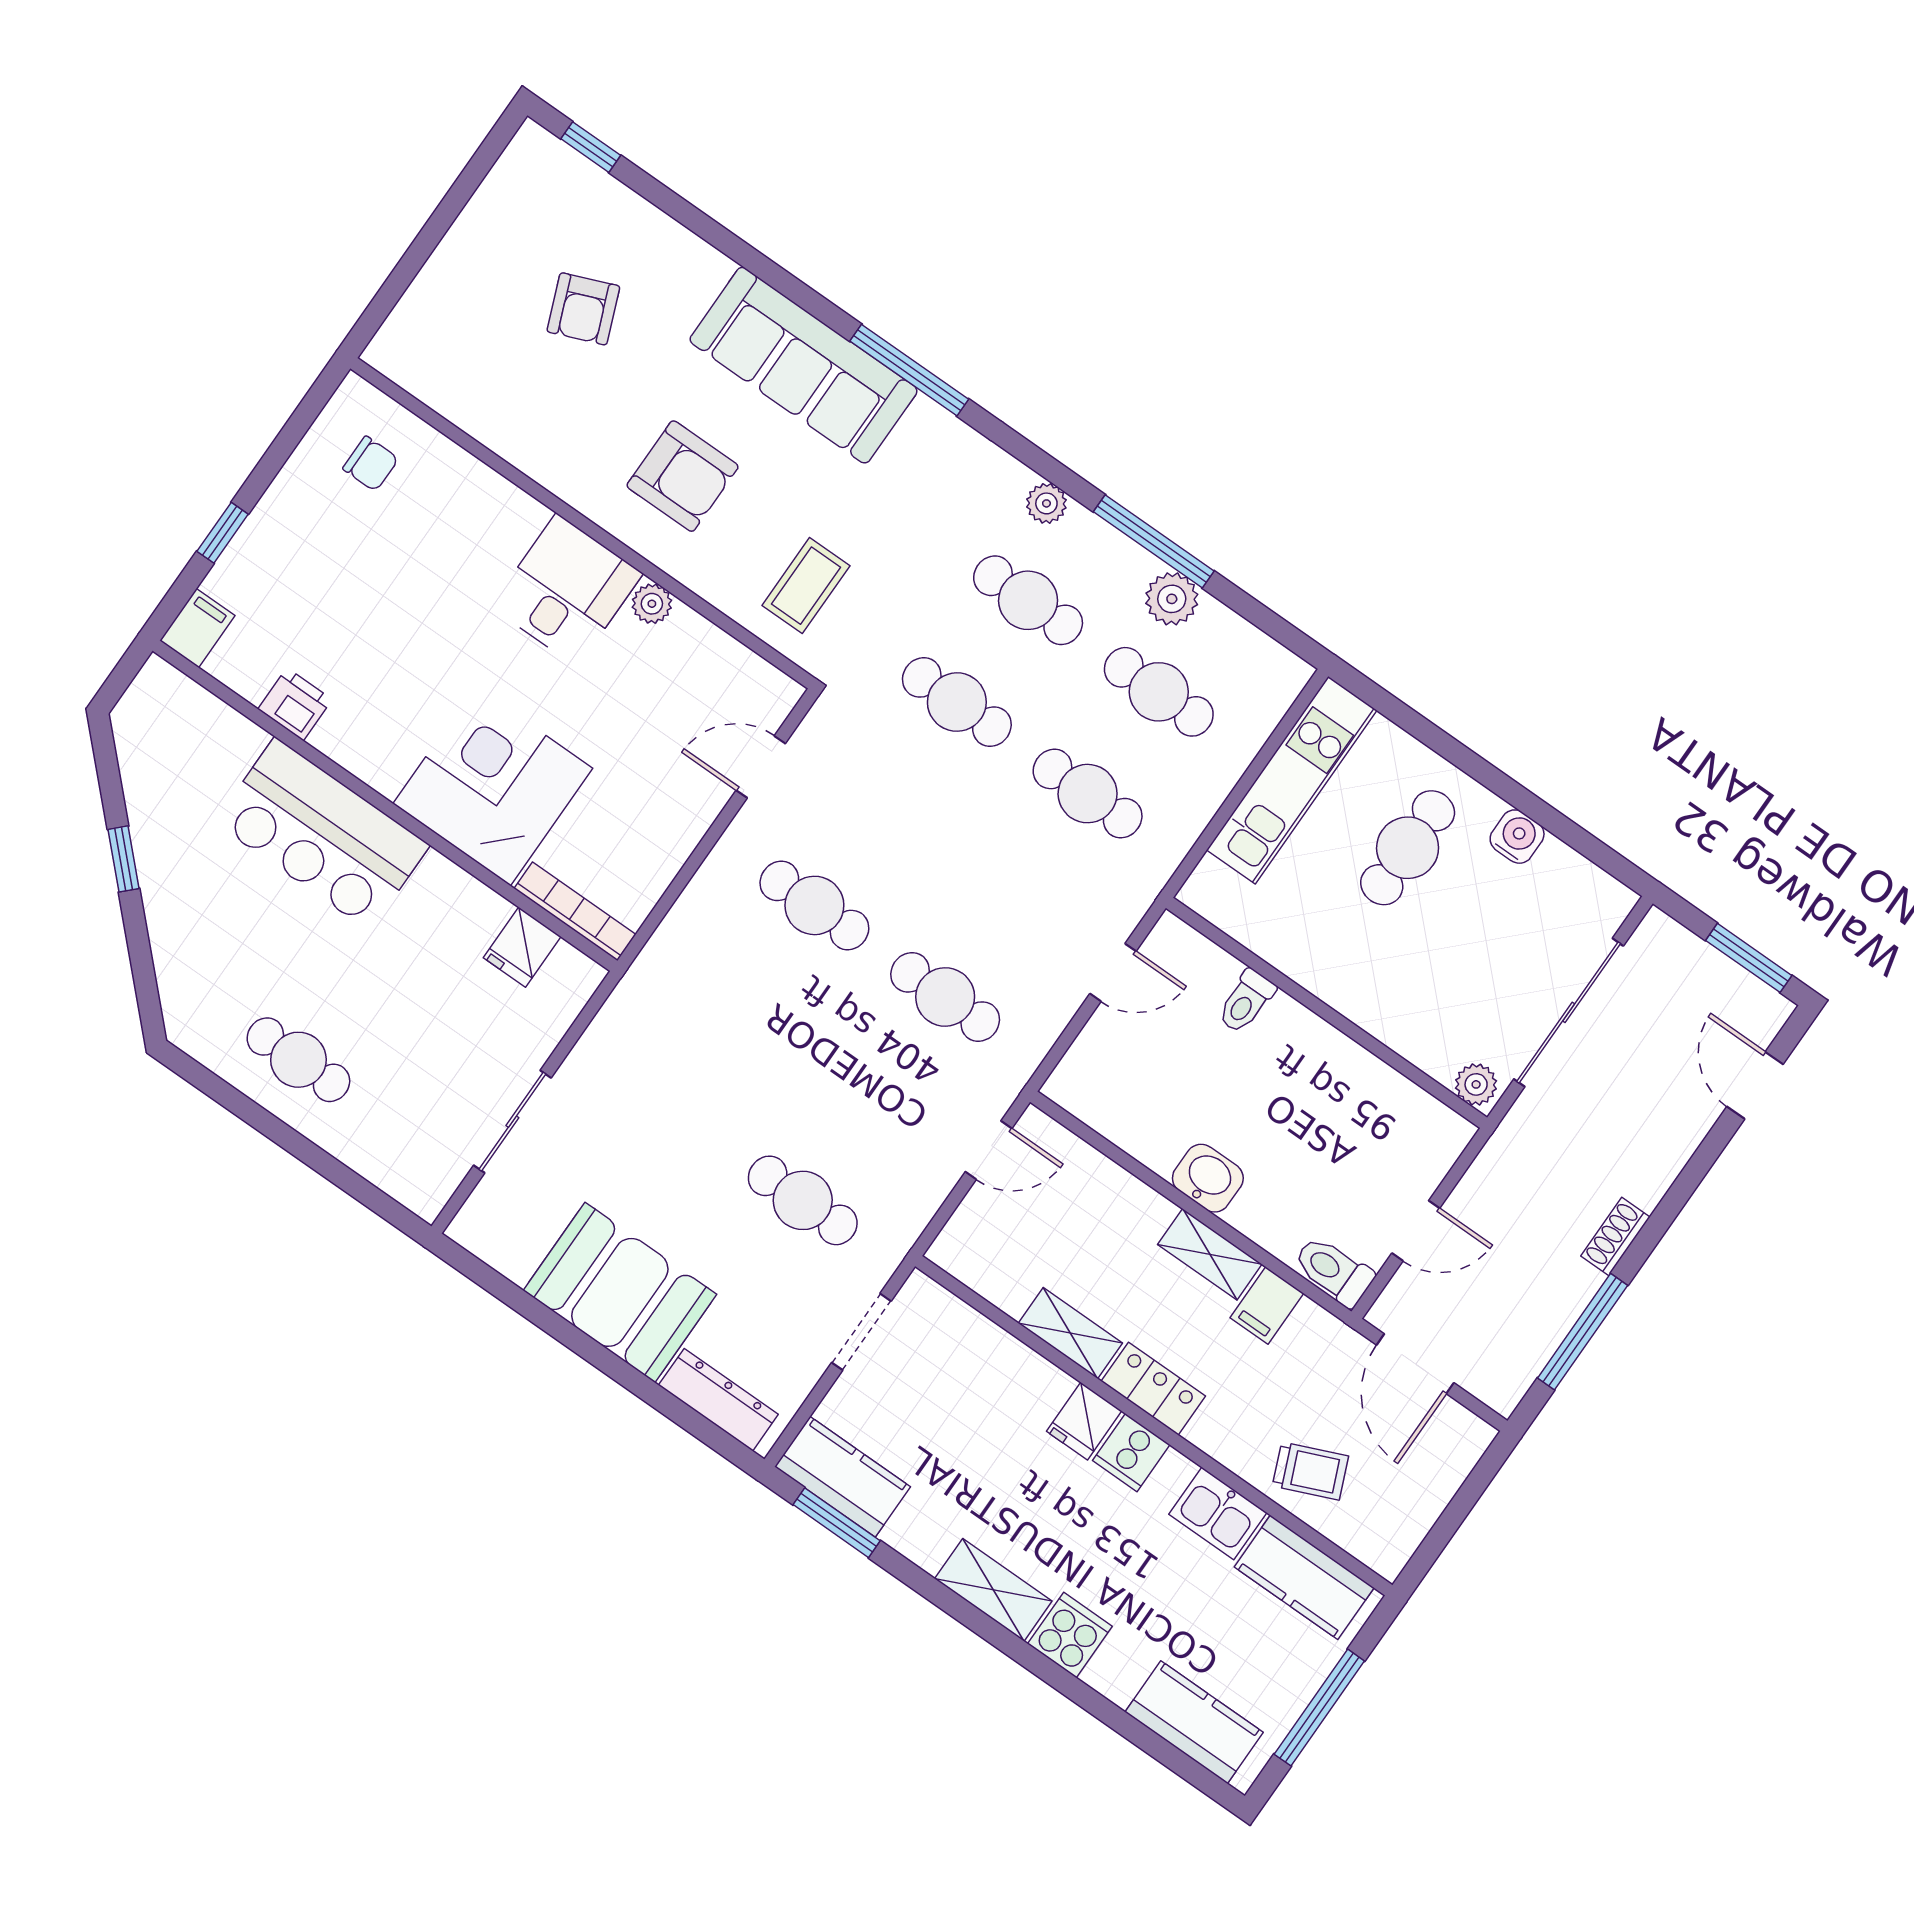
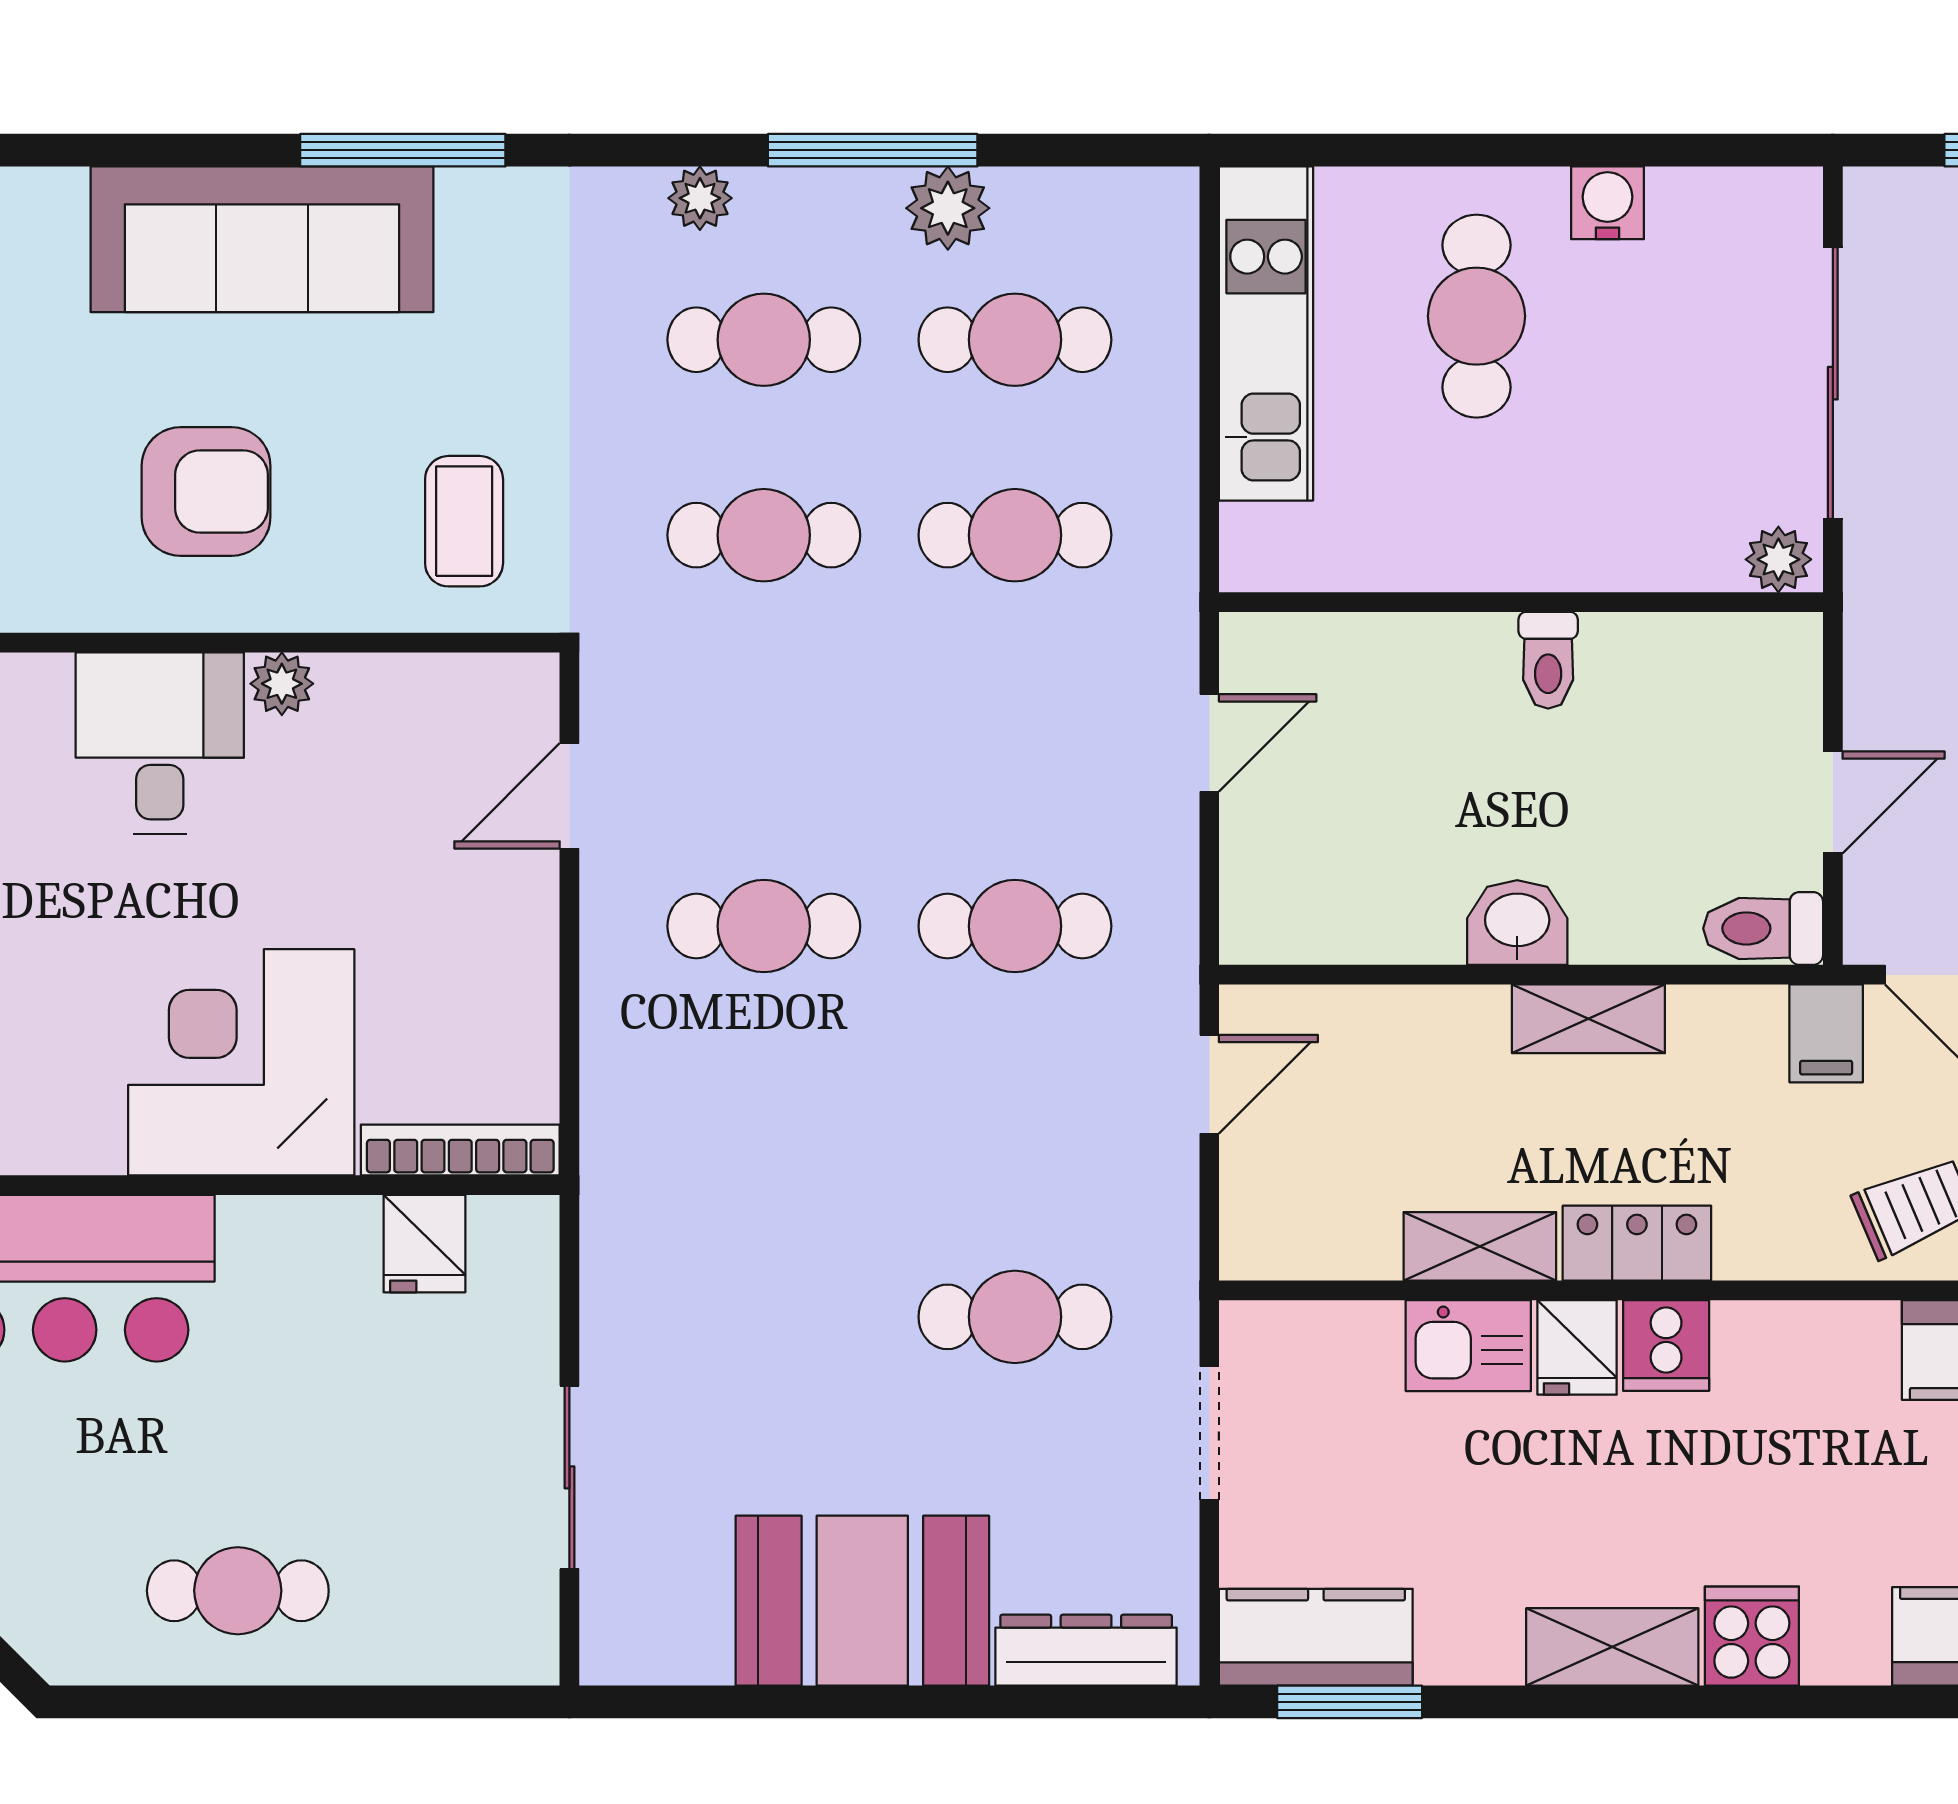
toilet: (1246, 1001) -> (1548, 660), moved
filing cabinet: (1267, 1305) -> (1826, 1033), moved
kitchen sink: (1218, 1513) -> (1468, 1346), moved

